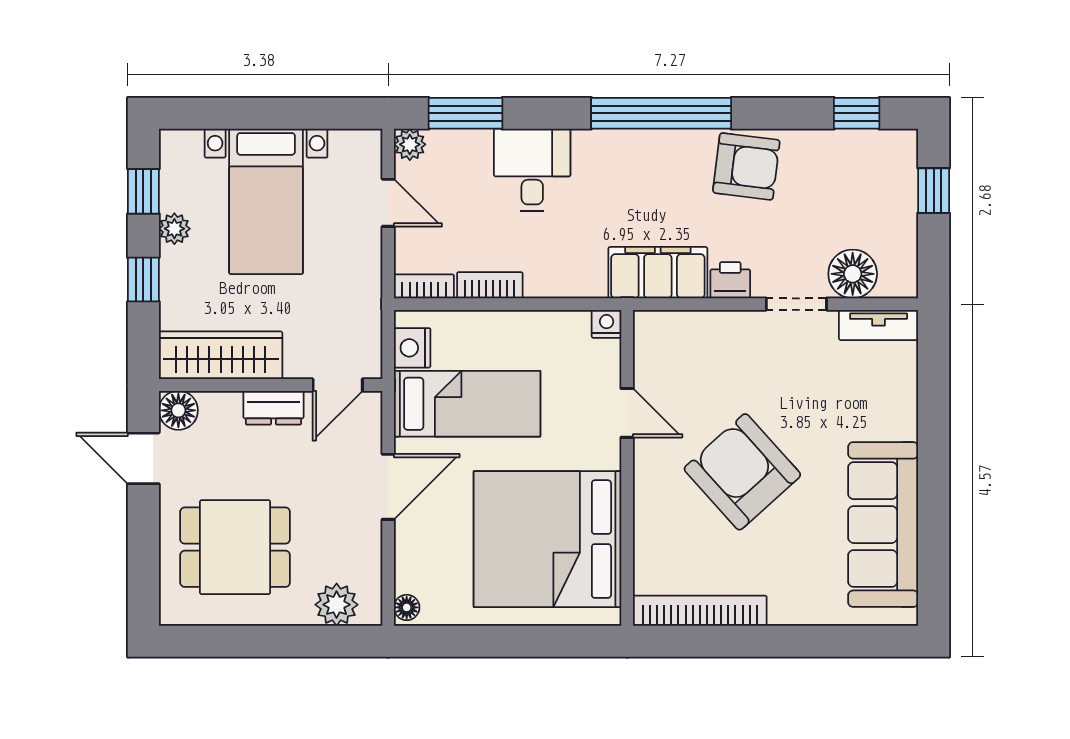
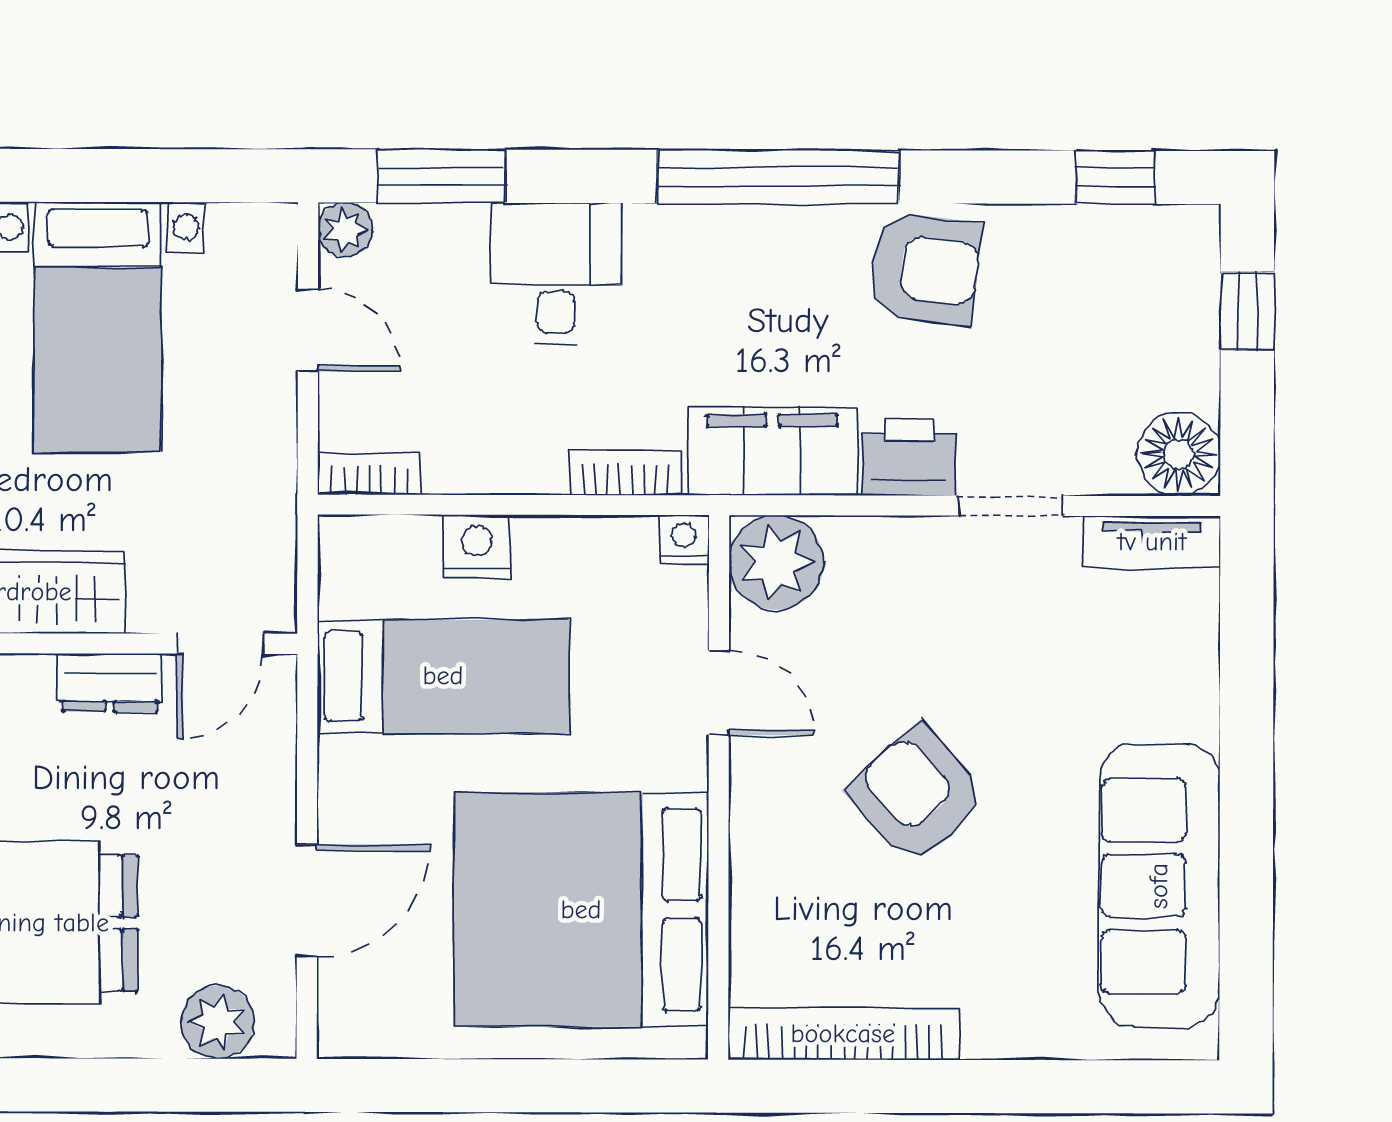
floor lamp: (853, 274) -> (1179, 454), moved
printer: (730, 280) -> (909, 457), width x1.36, depth x1.24
bookcase: (490, 285) -> (625, 472), moved
plant: (660, 337) -> (776, 563), added
nightstand: (412, 348) -> (477, 546), moved, turned 90
armchair: (742, 472) -> (917, 795), width x0.73, depth x0.73
door: (388, 487) -> (307, 901), moved
floor lamp: (407, 607) -> (339, 1027), removed

